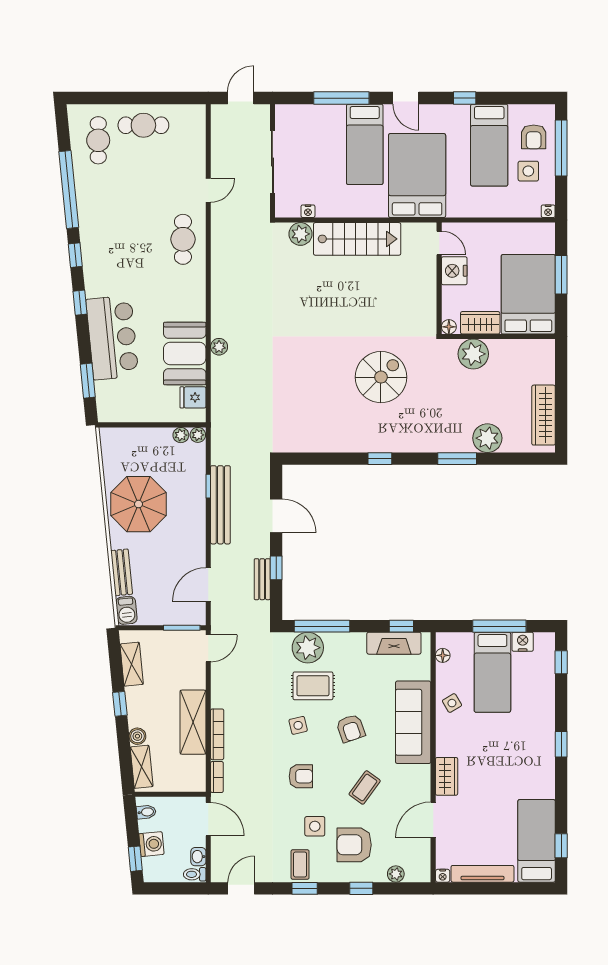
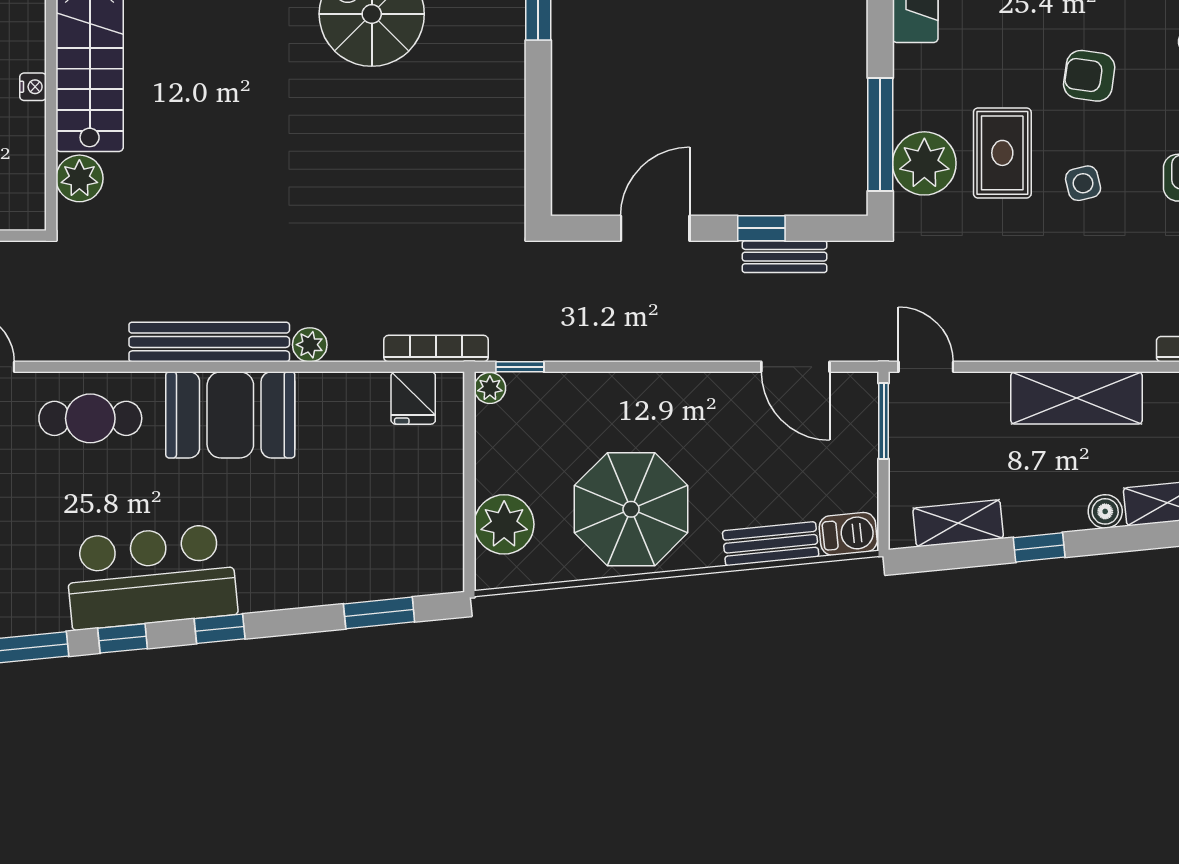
nightstand: (308, 211) -> (33, 87), moved
bar counter: (112, 338) -> (151, 577), moved
booth: (185, 354) -> (230, 415), moved
plant: (181, 435) -> (504, 524), moved, width x1.88, depth x1.88
window: (208, 486) -> (520, 367), moved
bench: (220, 505) -> (209, 342), moved
armchair: (351, 728) -> (1089, 76), turned -153
bookcase: (217, 734) -> (436, 349), moved

